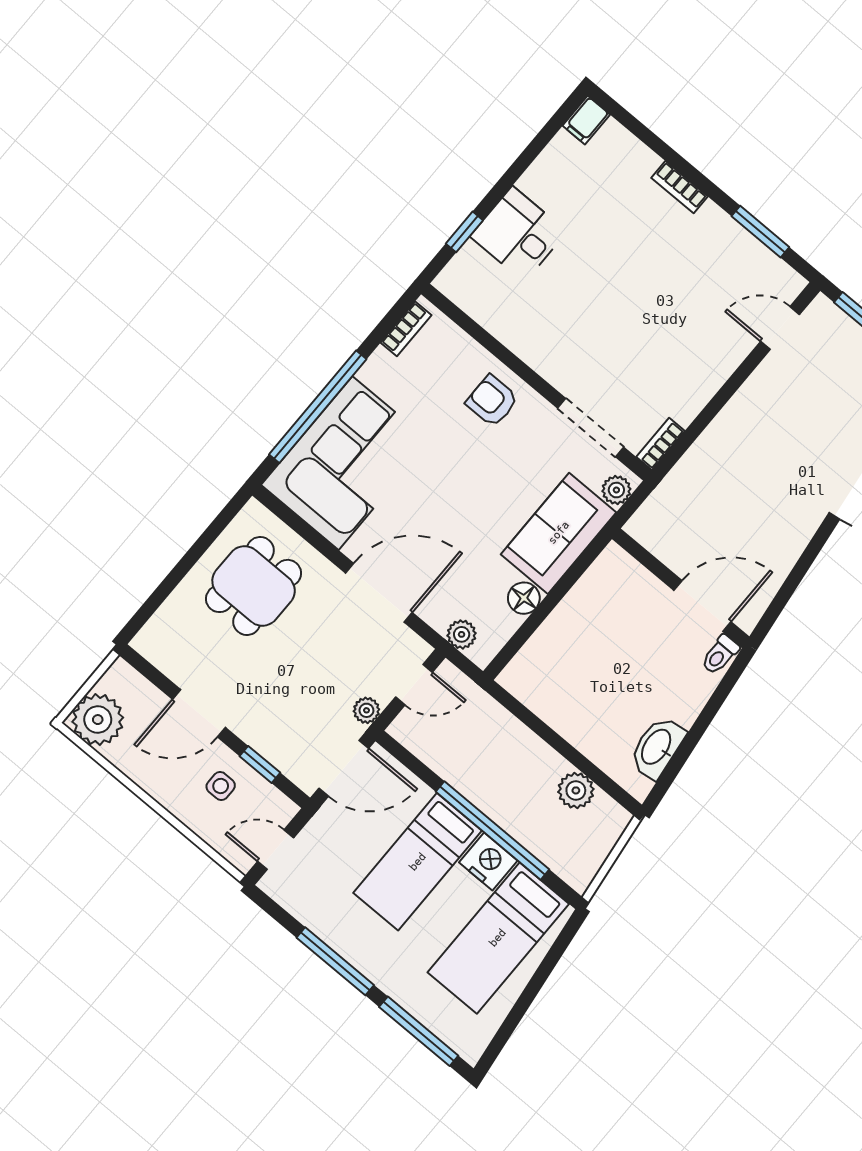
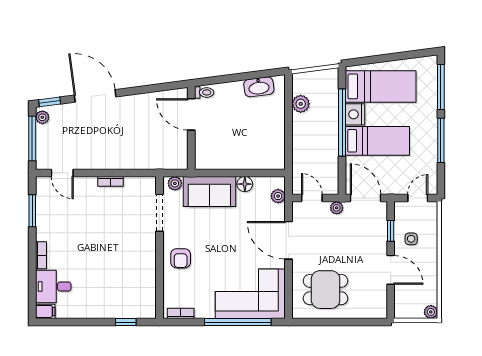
desk: (518, 234) -> (53, 287), moved, turned 90
bookcase: (660, 444) -> (111, 181), moved
plant: (98, 720) -> (431, 312), width x0.53, depth x0.53
door: (276, 850) -> (418, 198), swing flipped

